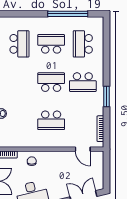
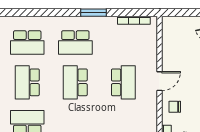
school desk: (83, 82) -> (75, 42), turned 90
door: (83, 149) -> (160, 81), moved

